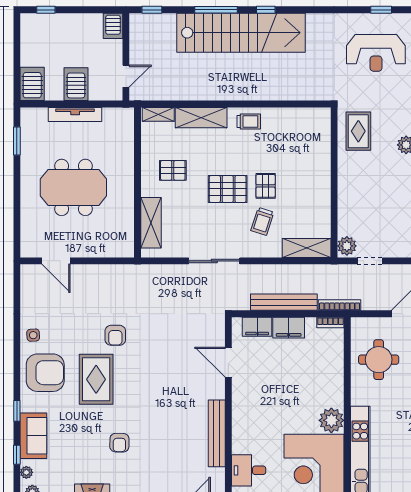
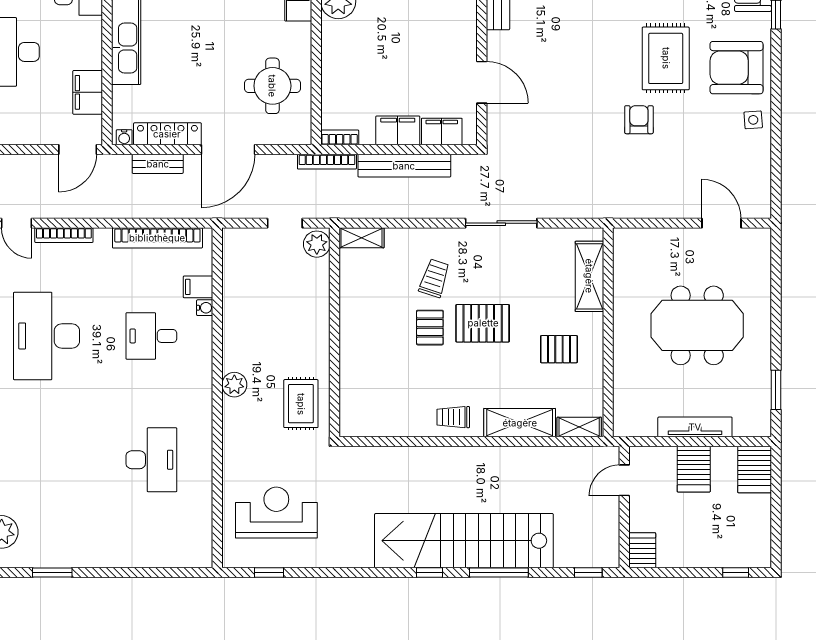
shelving: (307, 248) -> (362, 238), width x0.67, depth x0.75

